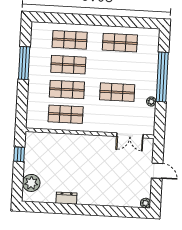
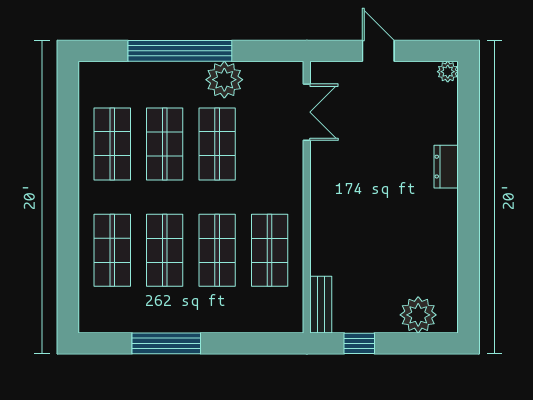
shop shelf: (119, 67) -> (165, 144), added
plant: (151, 102) -> (224, 80), width x1.88, depth x1.88
bench: (39, 137) -> (321, 305), added
door: (157, 171) -> (378, 51), hinge flipped
dresser: (66, 198) -> (446, 167), moved

